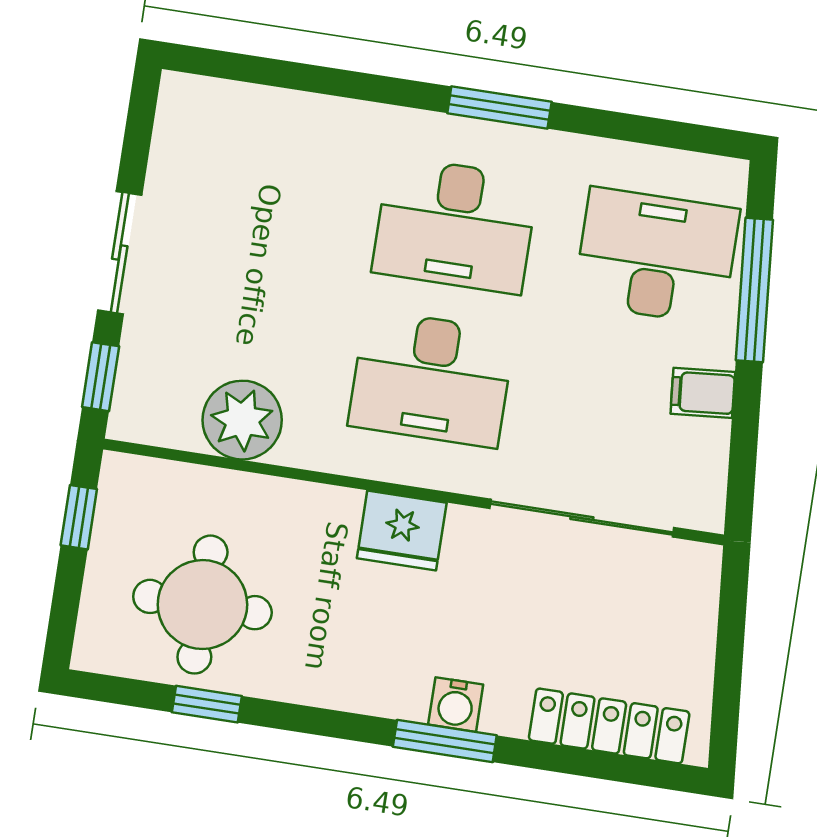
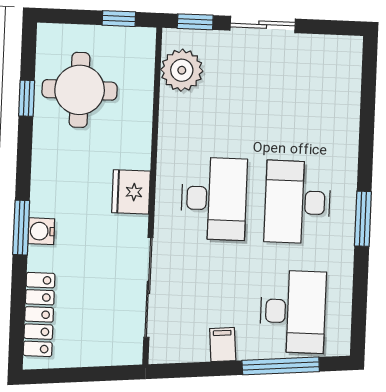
desk: (431, 379) -> (214, 199), turned 180
plant: (242, 420) -> (182, 70), moved

